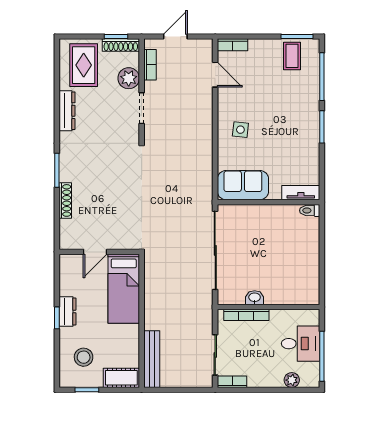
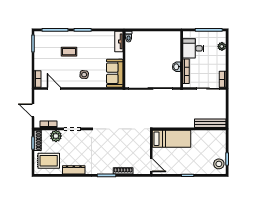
coffee table: (292, 56) -> (69, 52), moved
door: (215, 75) -> (54, 88), hinge flipped
door: (95, 252) -> (151, 165), moved
dresser: (67, 311) -> (184, 170), removed
desk: (301, 344) -> (193, 48), moved, turned -90
stool: (84, 357) -> (219, 164), moved
cot: (121, 378) -> (221, 140), removed

